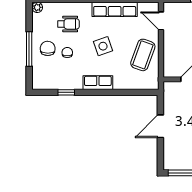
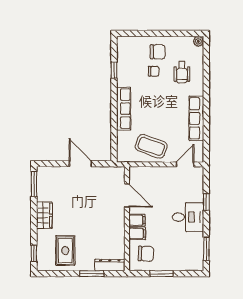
side table: (103, 46) -> (160, 107), removed
window: (29, 49) -> (157, 33), removed
row of seats: (98, 83) -> (124, 109), width x1.48

